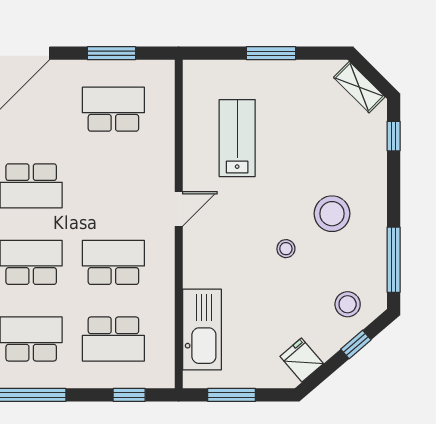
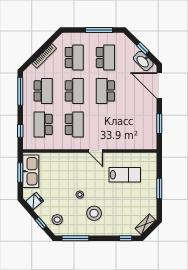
school desk: (113, 109) -> (137, 124), removed
kitchen sink: (202, 330) -> (31, 171), moved, turned -90

